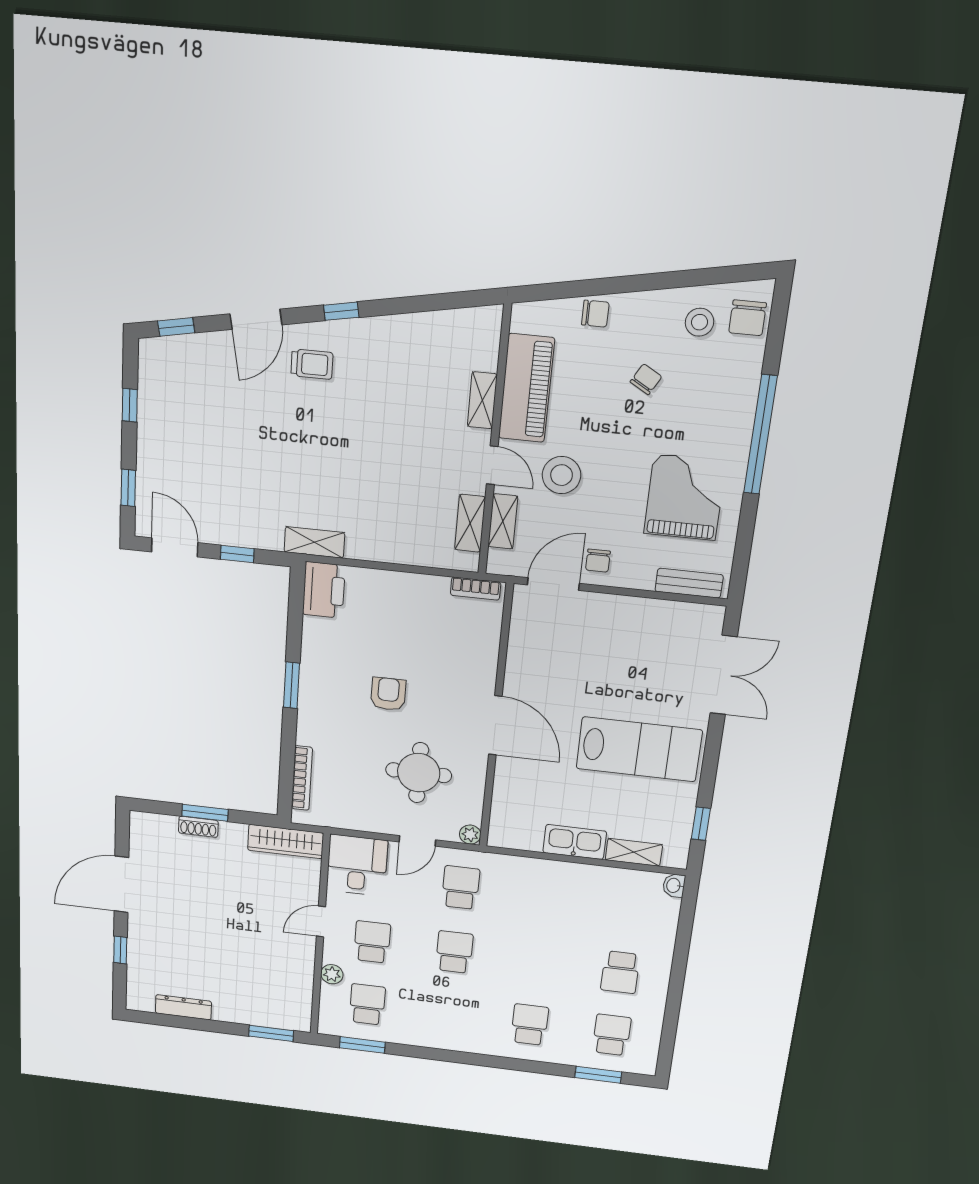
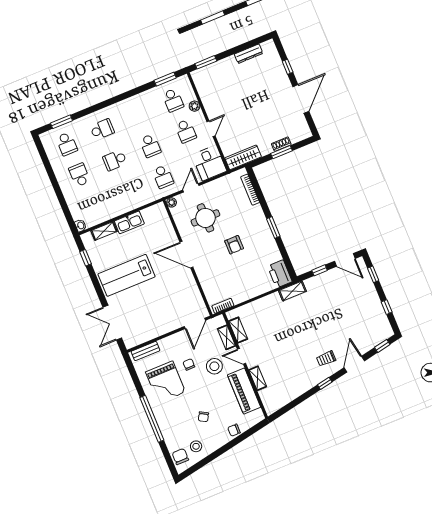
chair: (598, 561) -> (189, 364), moved
school desk: (537, 962) -> (115, 160), added
school desk: (530, 1025) -> (102, 129), turned -90

